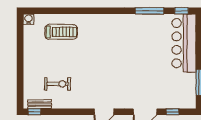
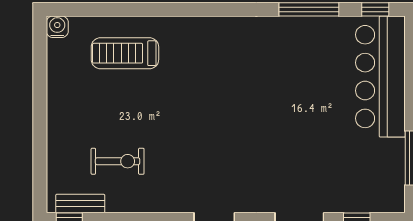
treadmill: (61, 32) -> (125, 53), turned 180

